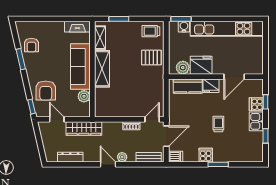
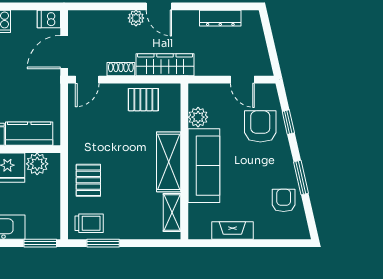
window: (119, 19) -> (103, 243), moved
fireplace: (77, 27) -> (232, 230), moved
water cooler: (184, 27) -> (35, 230), removed
pallet: (151, 57) -> (88, 180), turned 90
window: (32, 107) -> (288, 122), moved
pallet: (118, 107) -> (143, 100), added
wardrobe: (84, 128) -> (165, 65), moved
bench: (149, 157) -> (93, 18), removed

